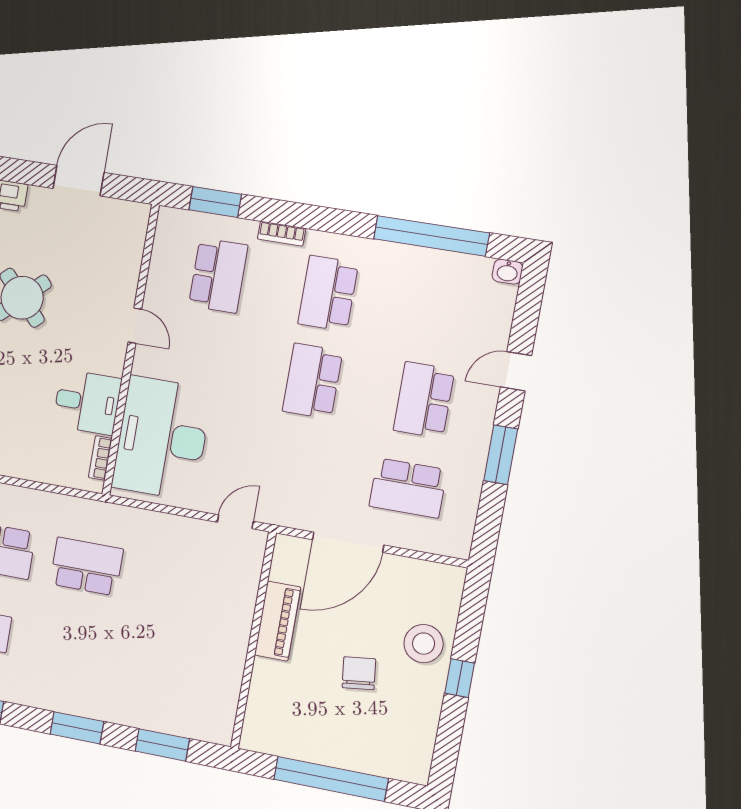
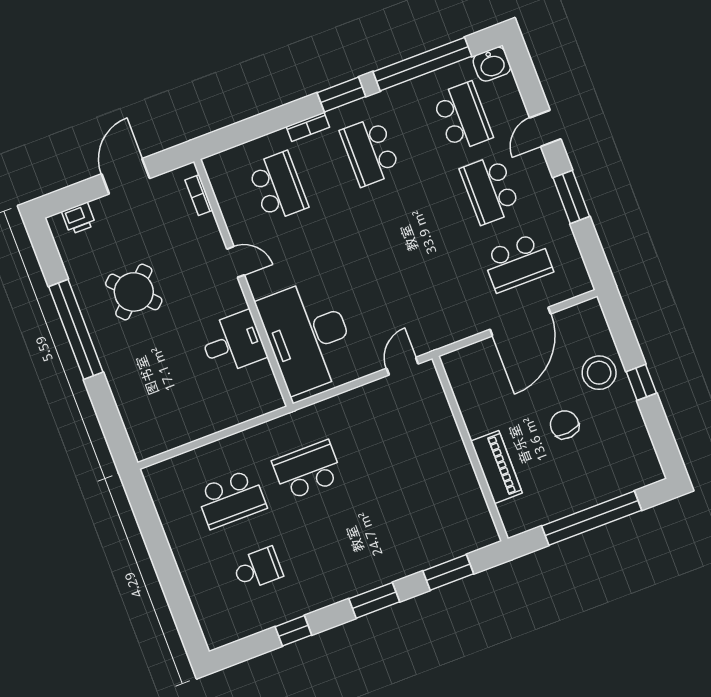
window: (215, 202) -> (341, 95), moved
washbasin: (507, 272) -> (492, 64), width x1.38, depth x1.45
school desk: (313, 381) -> (462, 117), moved, turned 180
bookcase: (100, 458) -> (199, 195), moved
door: (348, 542) -> (520, 322), moved
piano: (278, 621) -> (496, 467), moved

